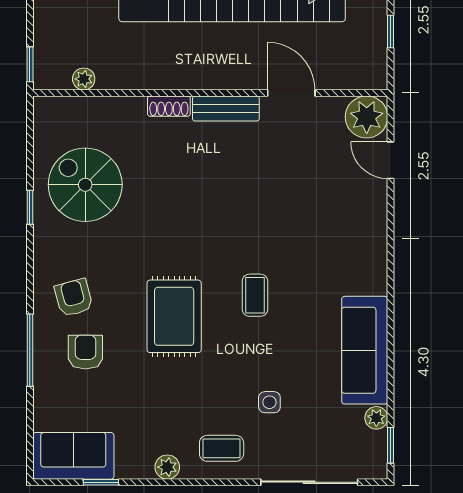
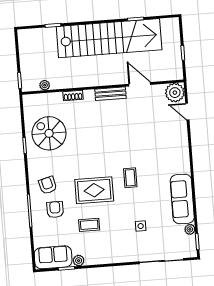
shoe rack: (169, 106) -> (73, 95), moved
rug: (174, 316) -> (94, 190), turned 90
coffee table: (222, 448) -> (89, 225), moved
plant: (167, 467) -> (79, 261), moved

